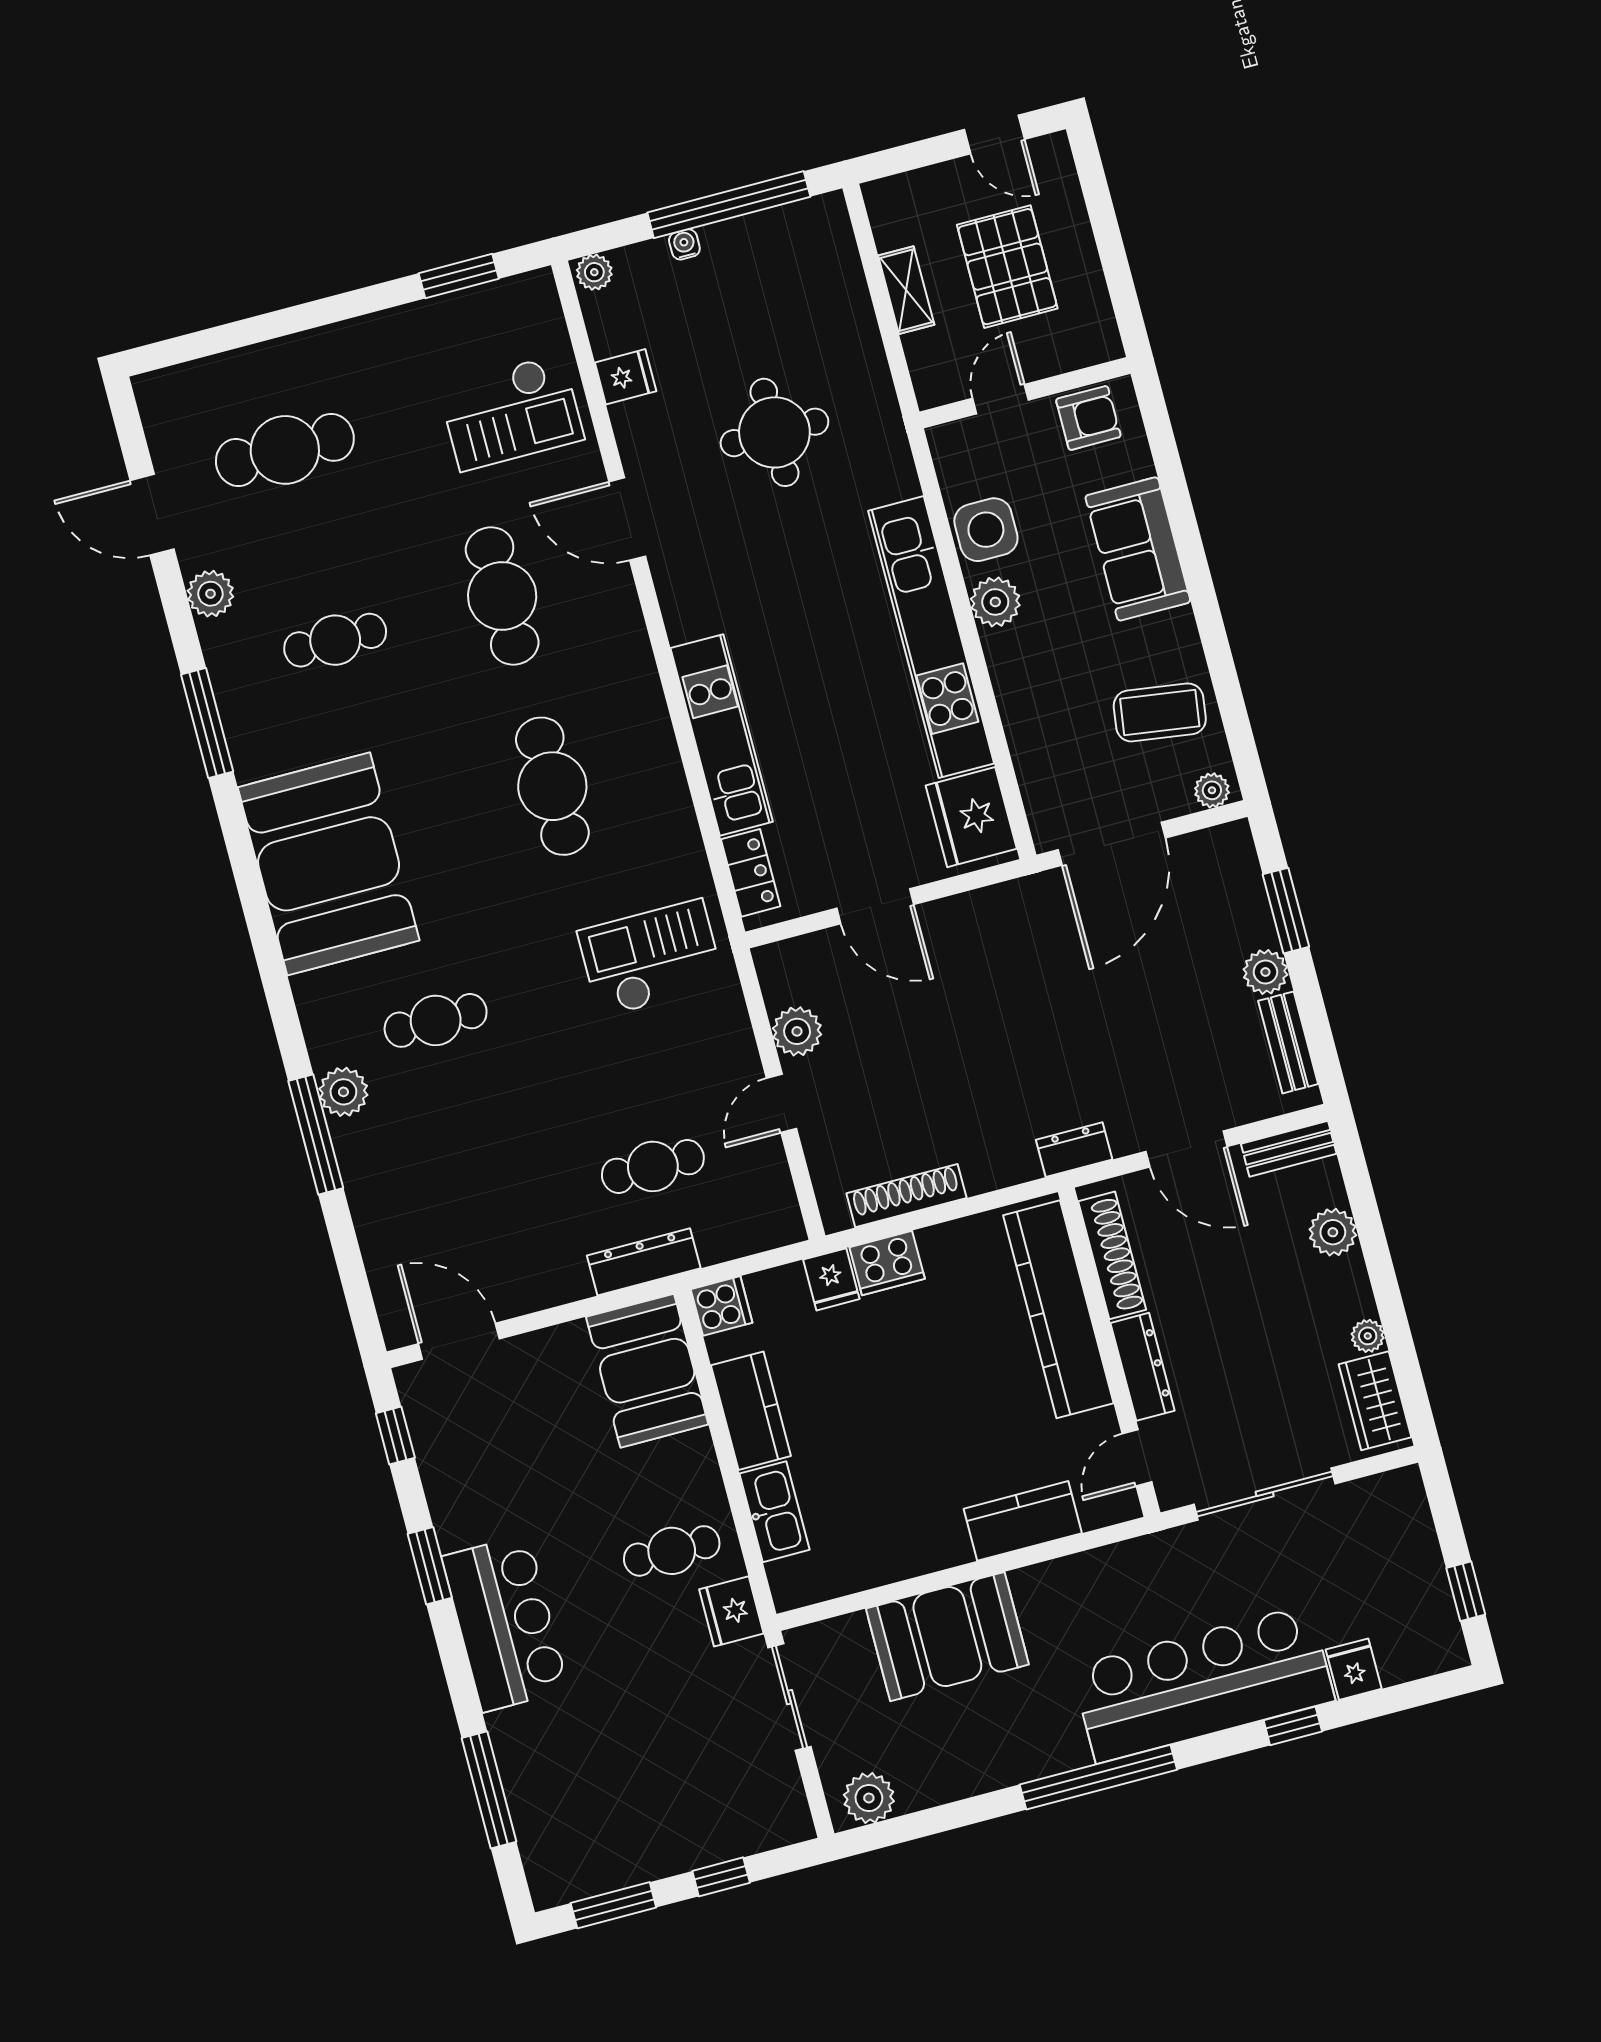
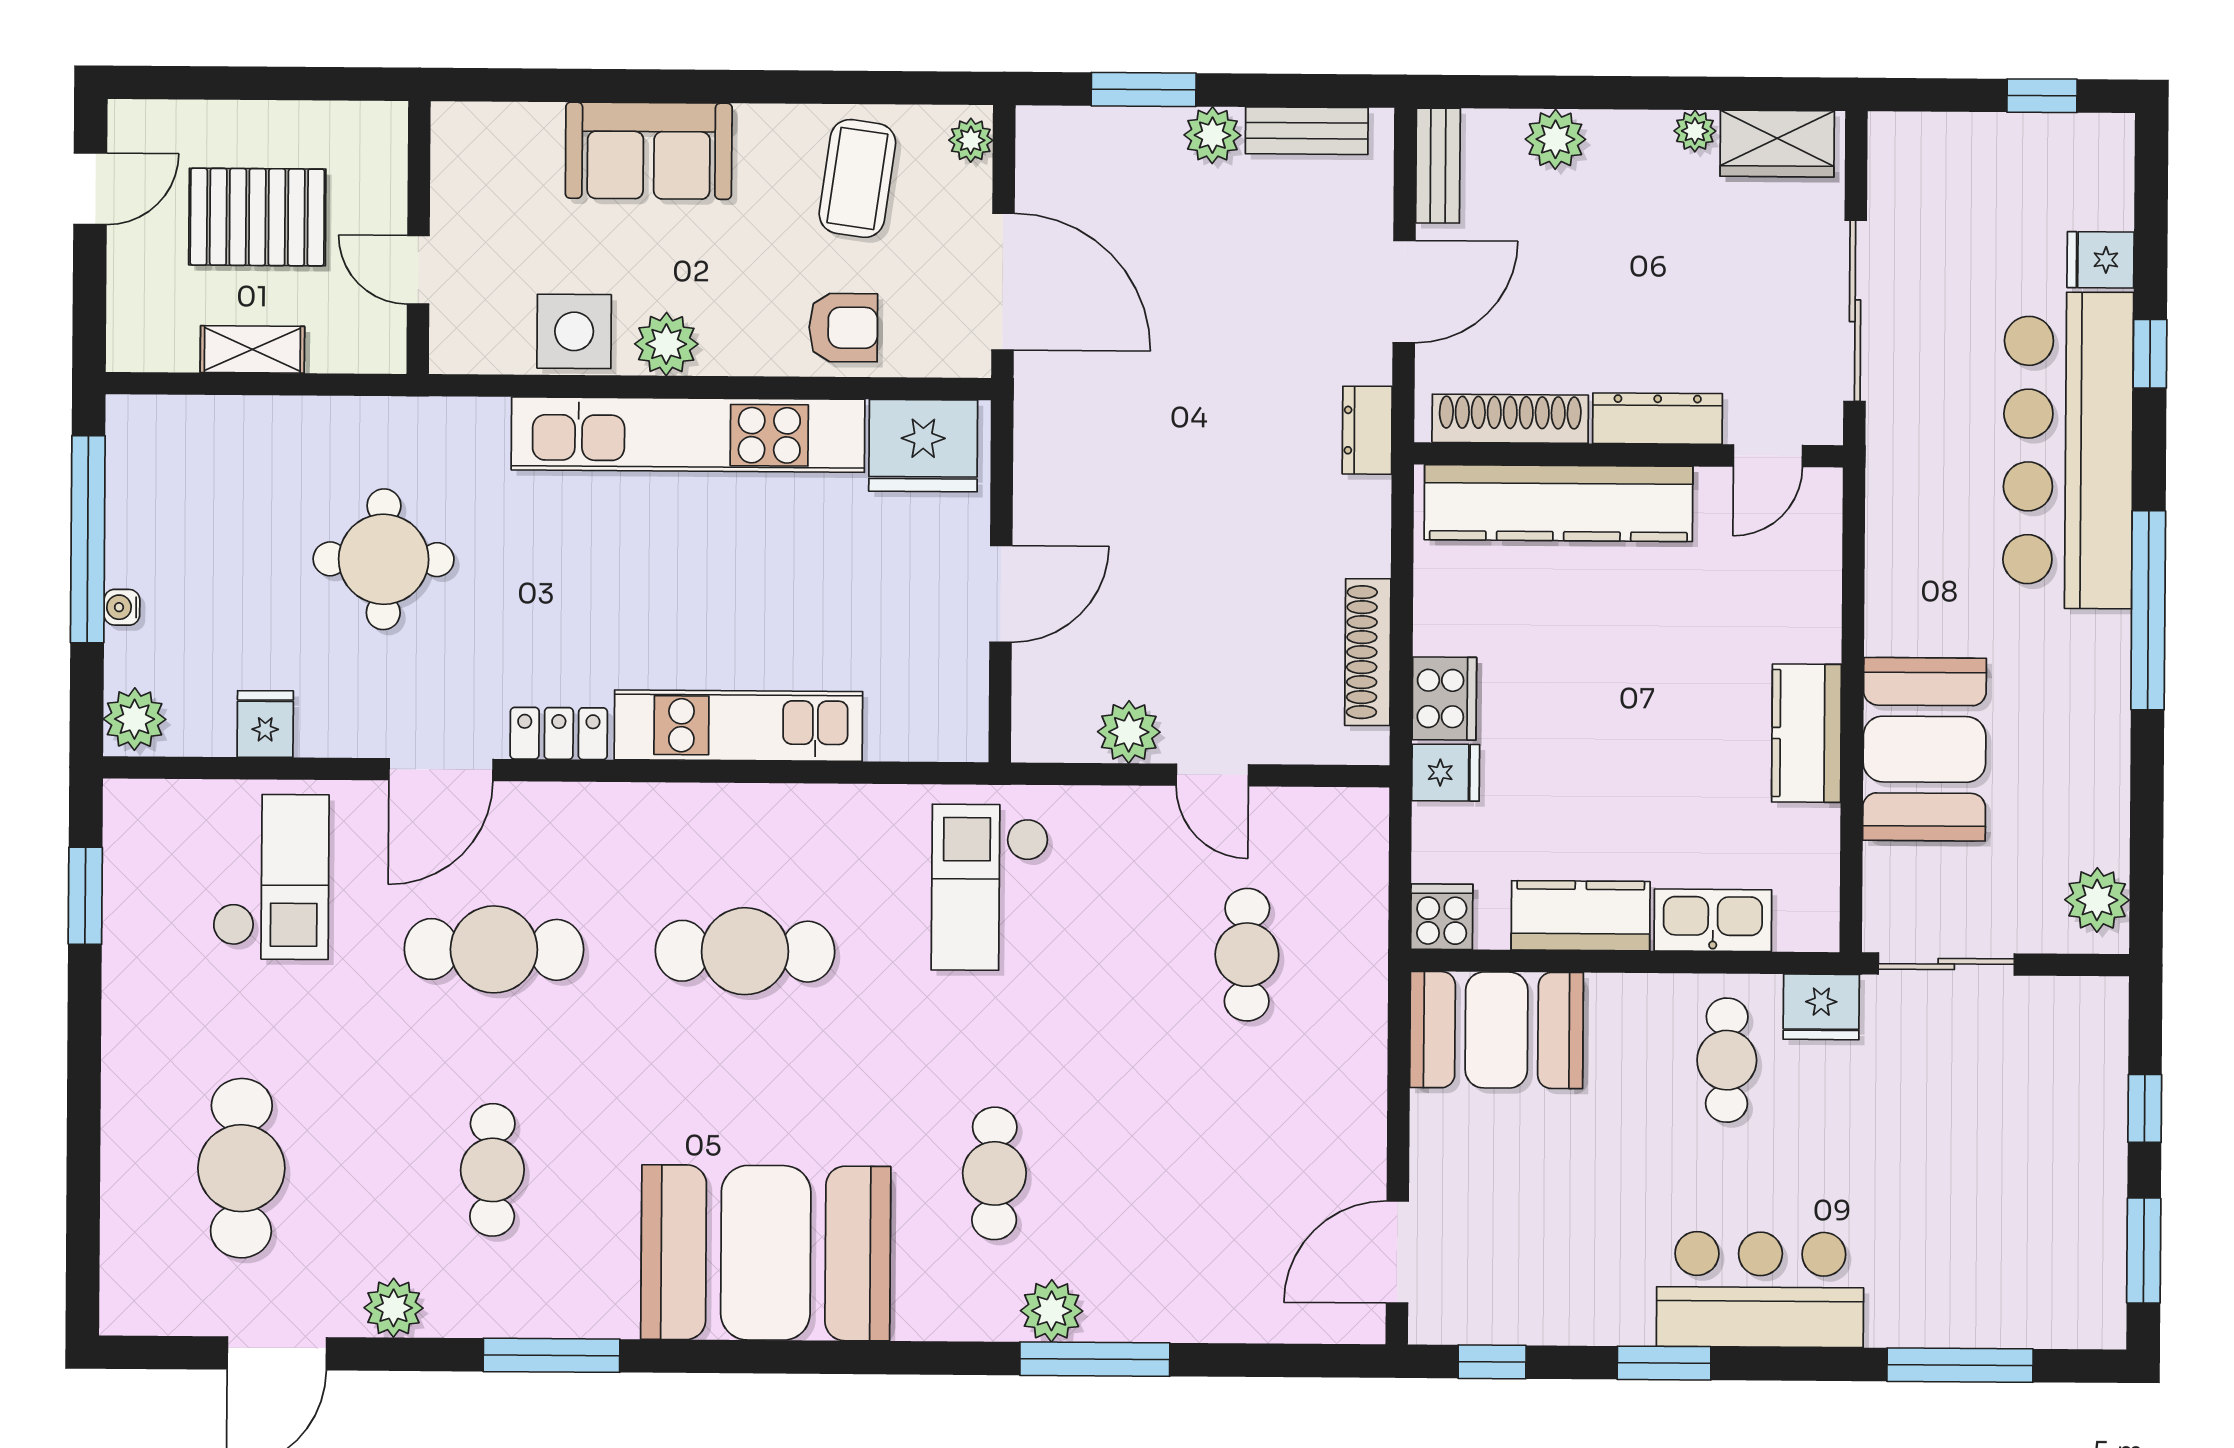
plant: (594, 272) -> (135, 719), width x1.38, depth x1.38
armchair: (1088, 418) -> (843, 328), moved, turned 90
locker: (751, 873) -> (559, 733), moved
dresser: (644, 1262) -> (1361, 998), removed
door: (1137, 1458) -> (1768, 456), hinge flipped
kitchen counter: (1023, 1521) -> (1806, 733), moved

